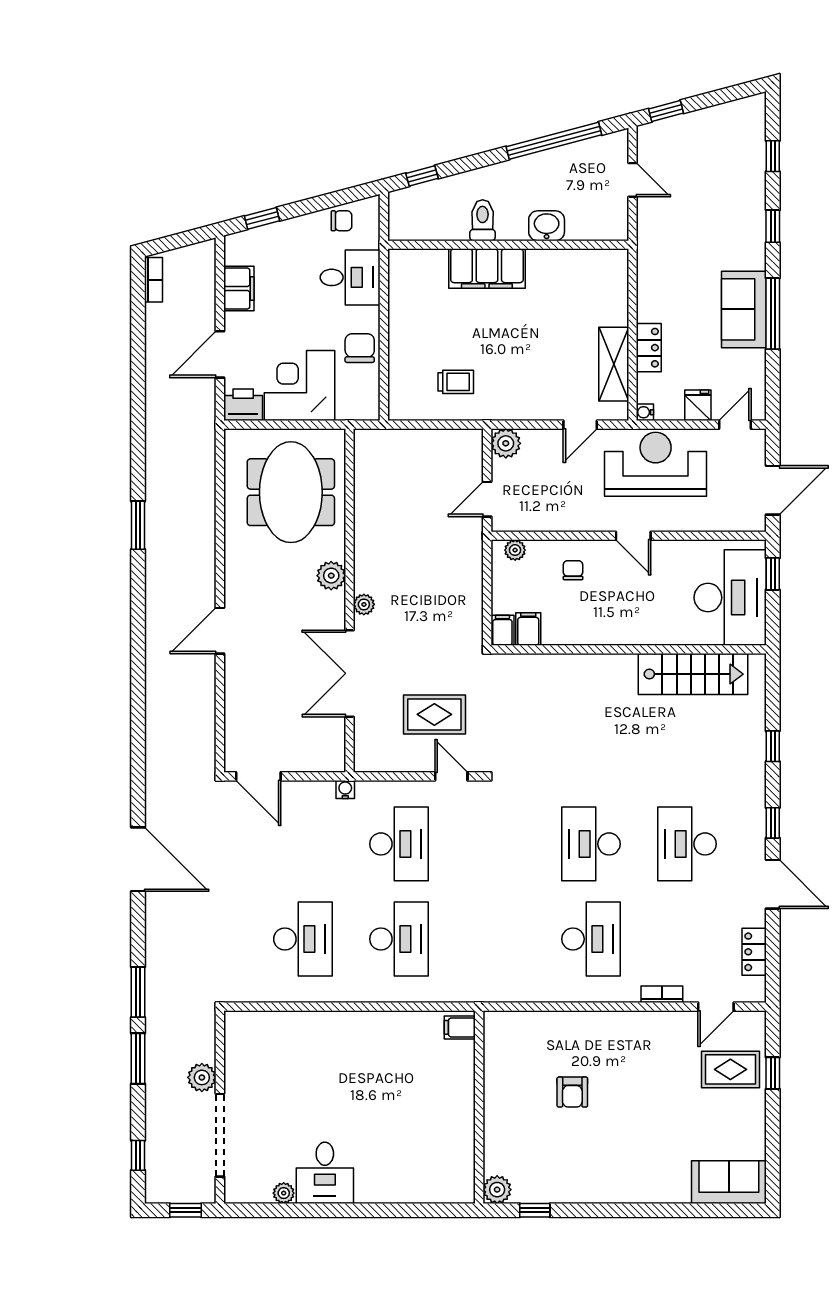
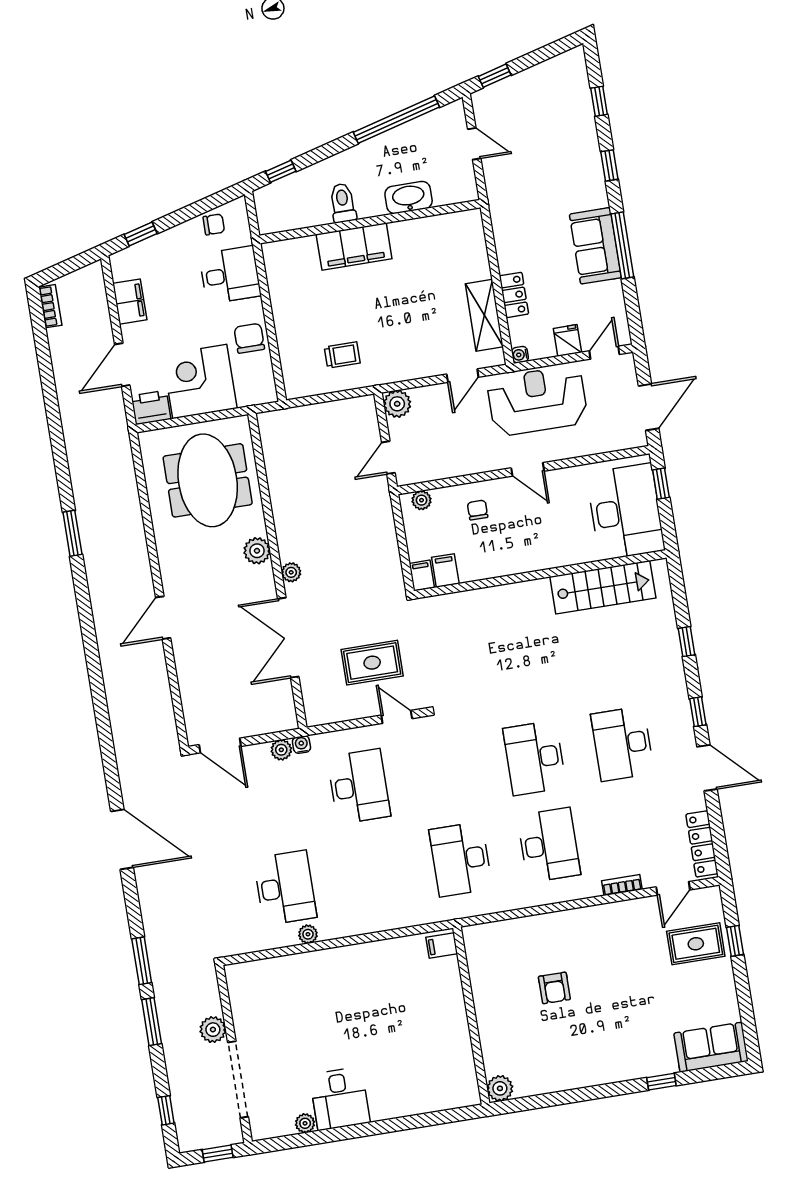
washbasin: (547, 226) -> (409, 198), width x1.38
plant: (323, 792) -> (281, 750), added
desk: (399, 939) -> (461, 859), moved, turned 180
locker: (754, 952) -> (702, 844), width x1.53
plant: (319, 992) -> (308, 934), added
window: (535, 1210) -> (661, 1082), moved

